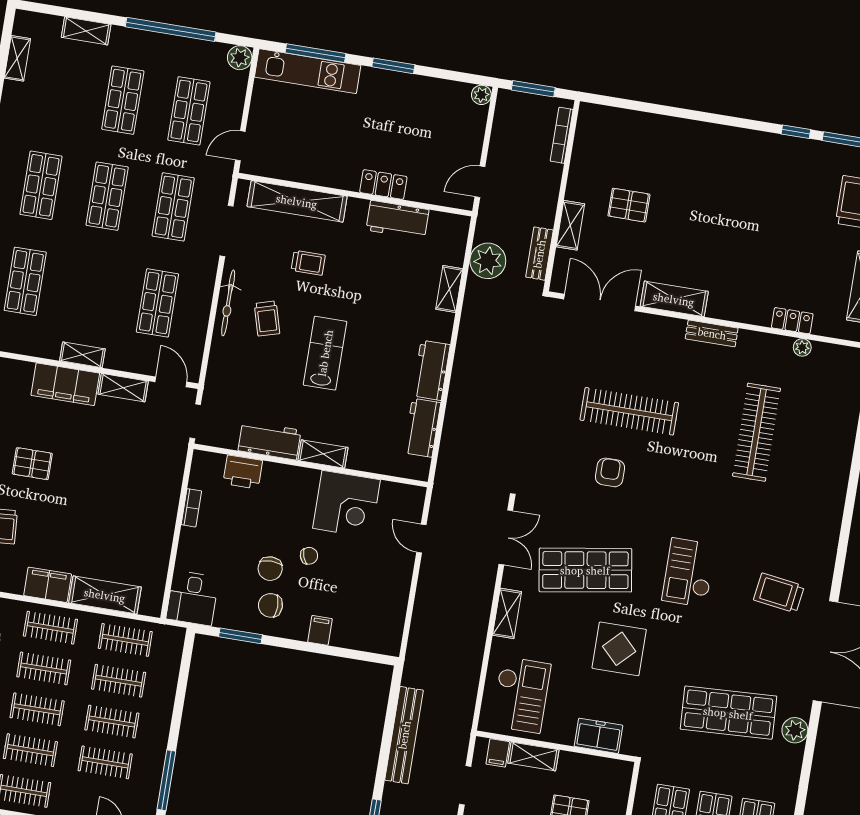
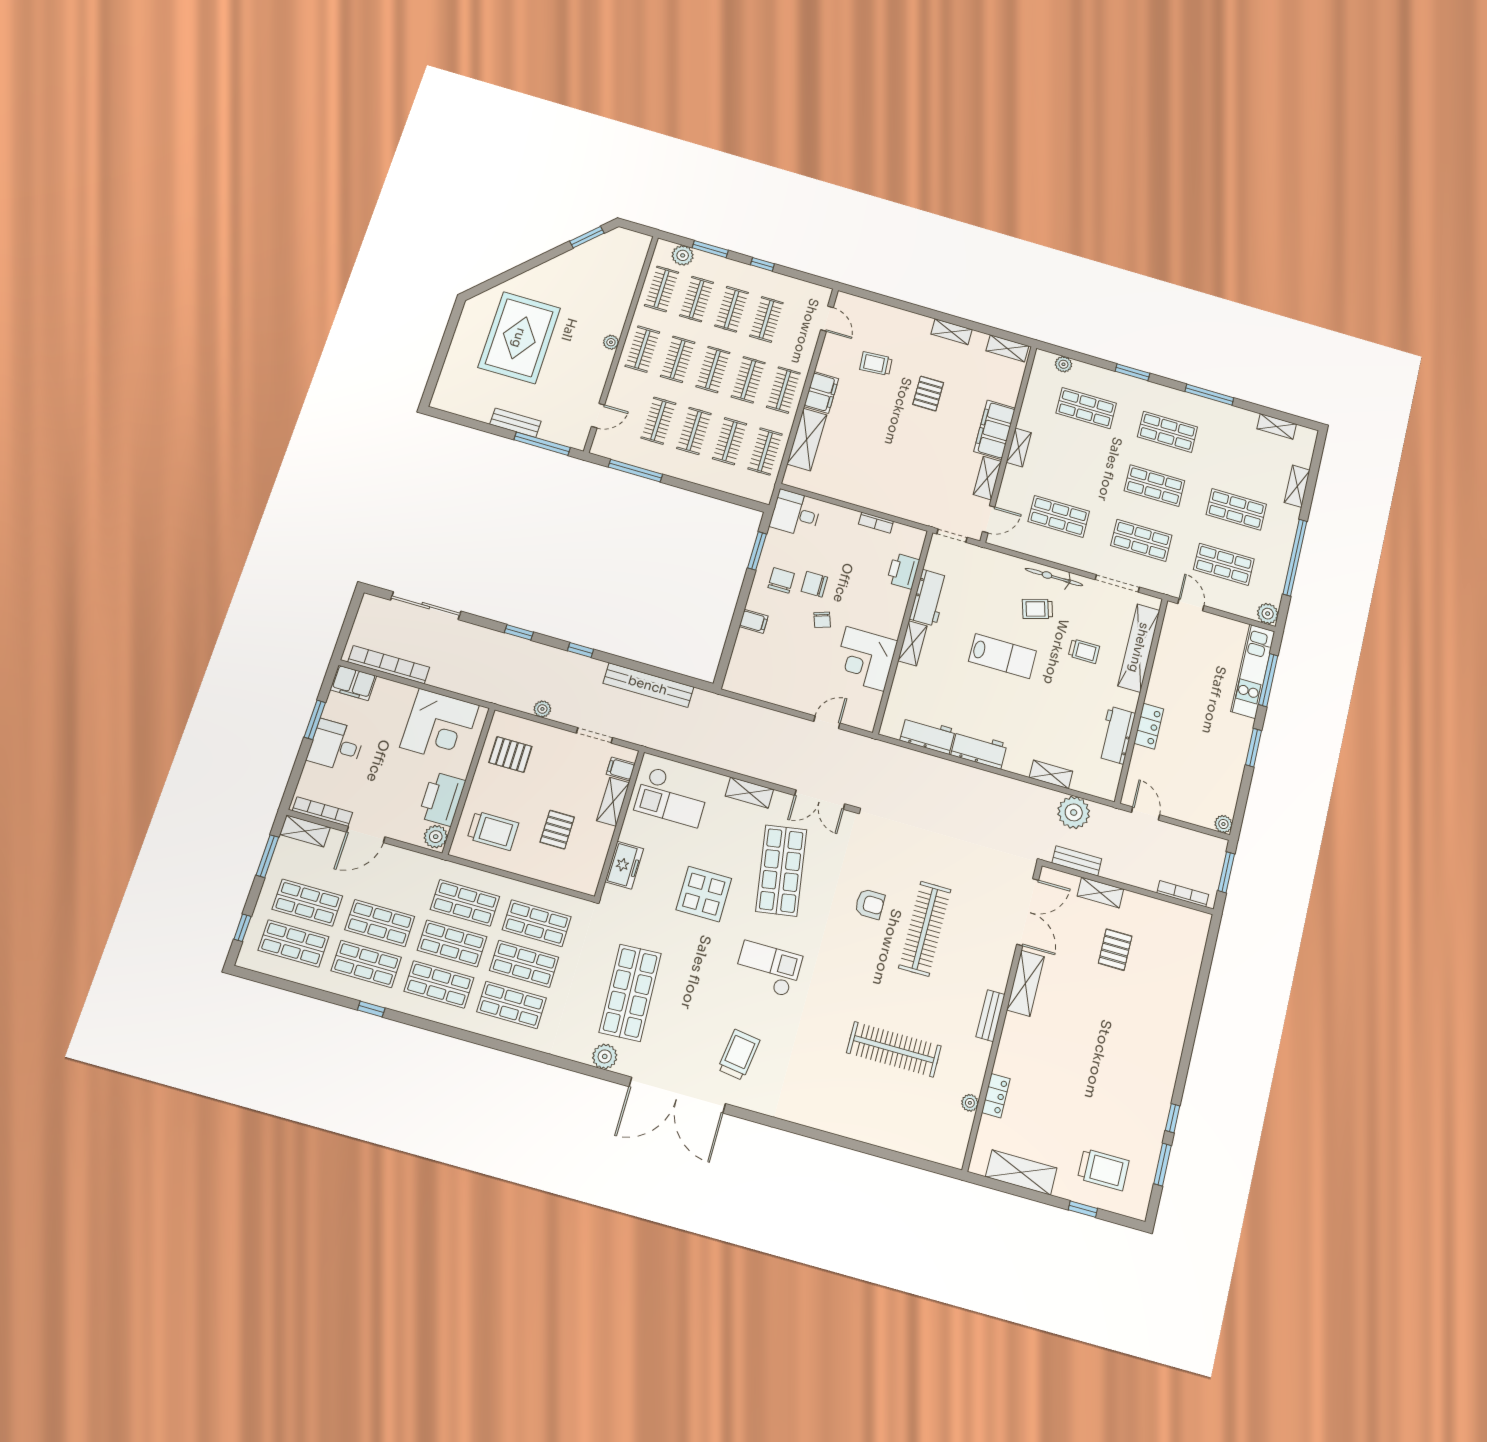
trolley: (308, 263) -> (1084, 651), turned -90

